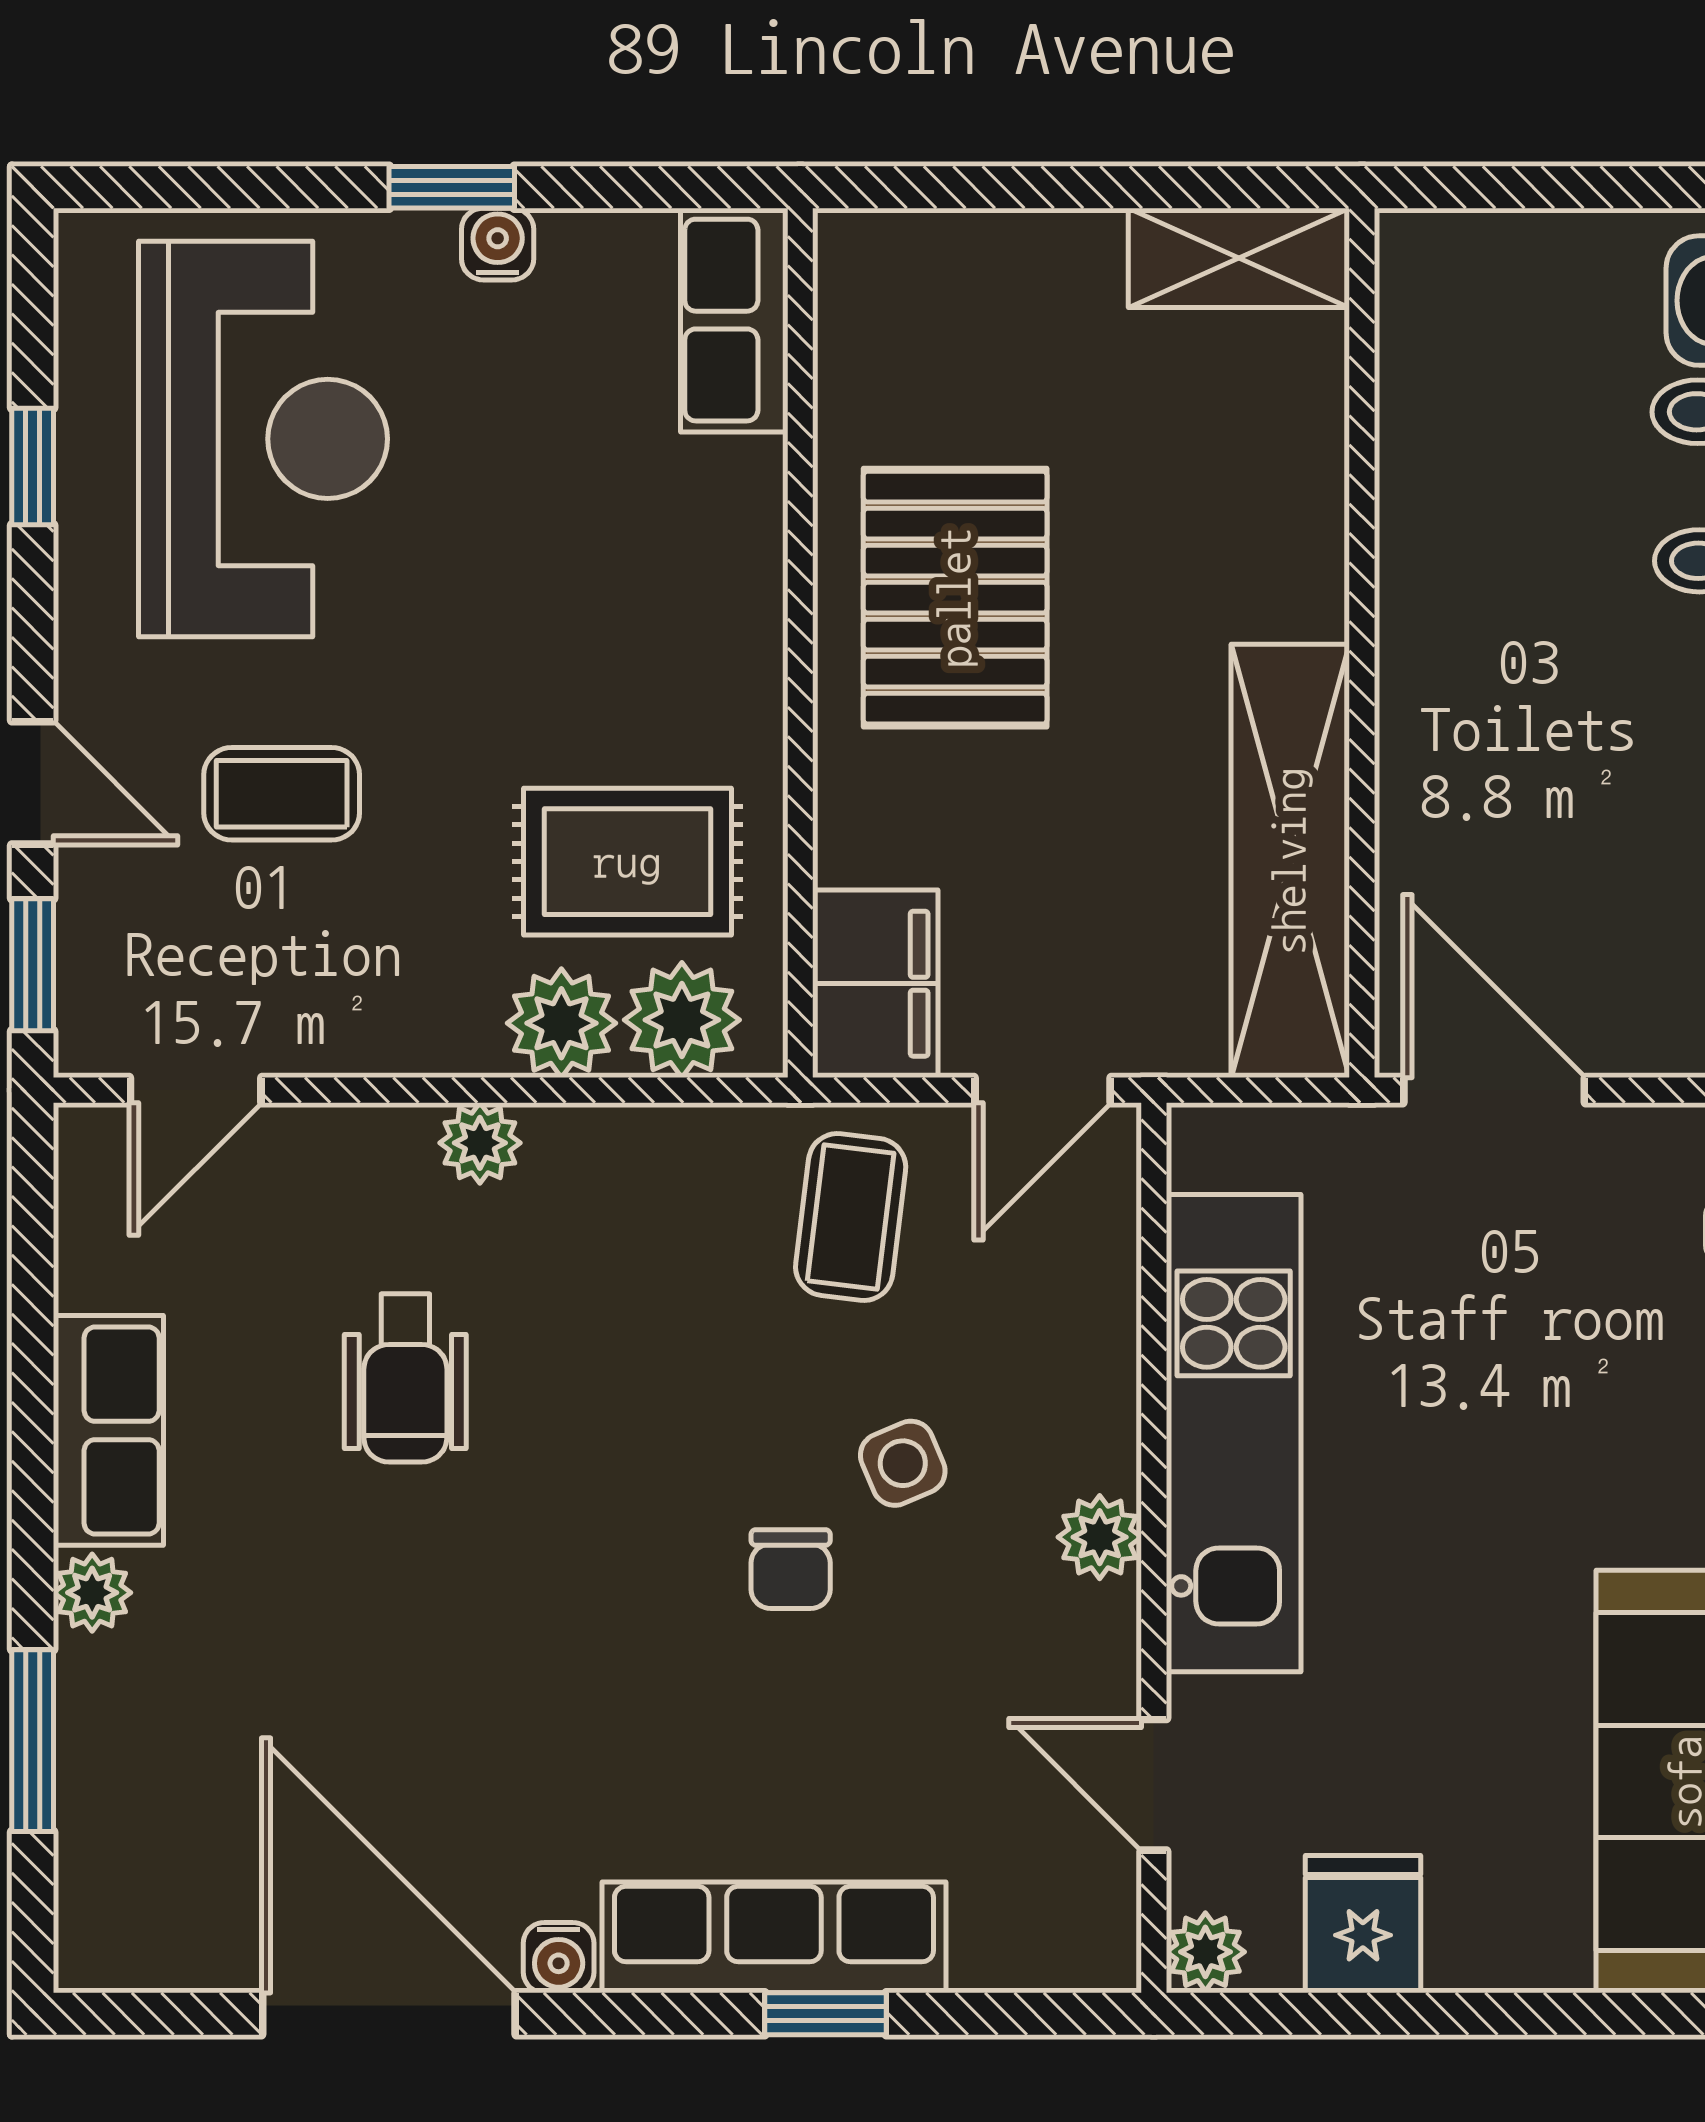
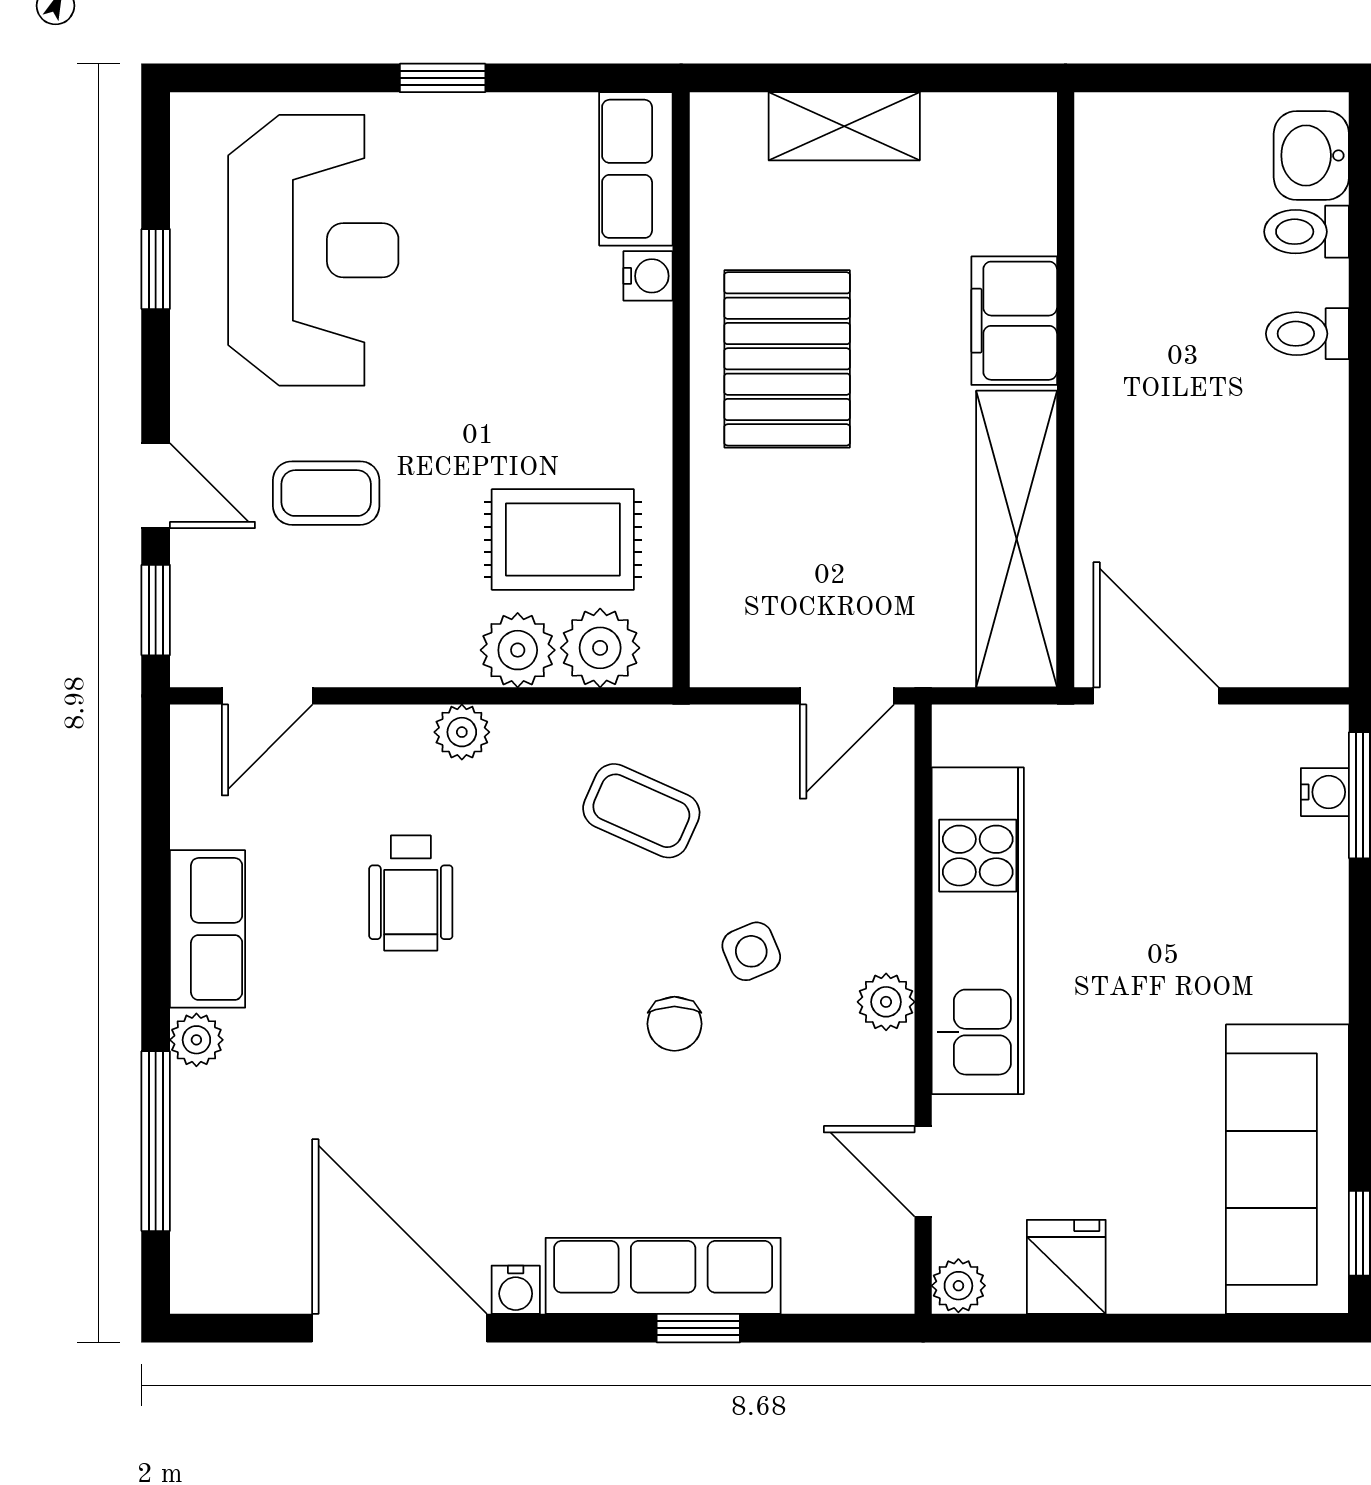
water cooler: (498, 244) -> (648, 276), moved, turned 90
shelving: (1239, 258) -> (844, 126), moved
filing cabinet: (875, 984) -> (1014, 321), moved, turned 180
coffee table: (851, 1217) -> (641, 811), moved, turned -73
window: (33, 1741) -> (156, 1141), width x1.44

